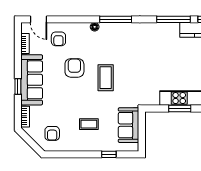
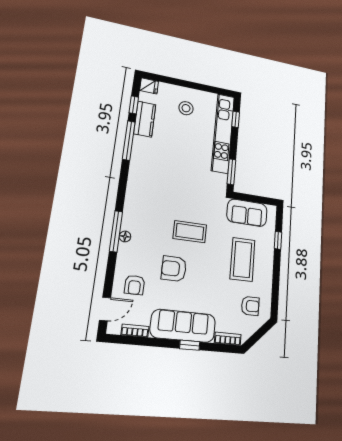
window: (116, 19) -> (116, 231), moved
armchair: (58, 39) -> (135, 285), turned 90
window: (180, 109) -> (231, 172), moved
coffee table: (89, 124) -> (243, 259), width x1.86, depth x1.72

